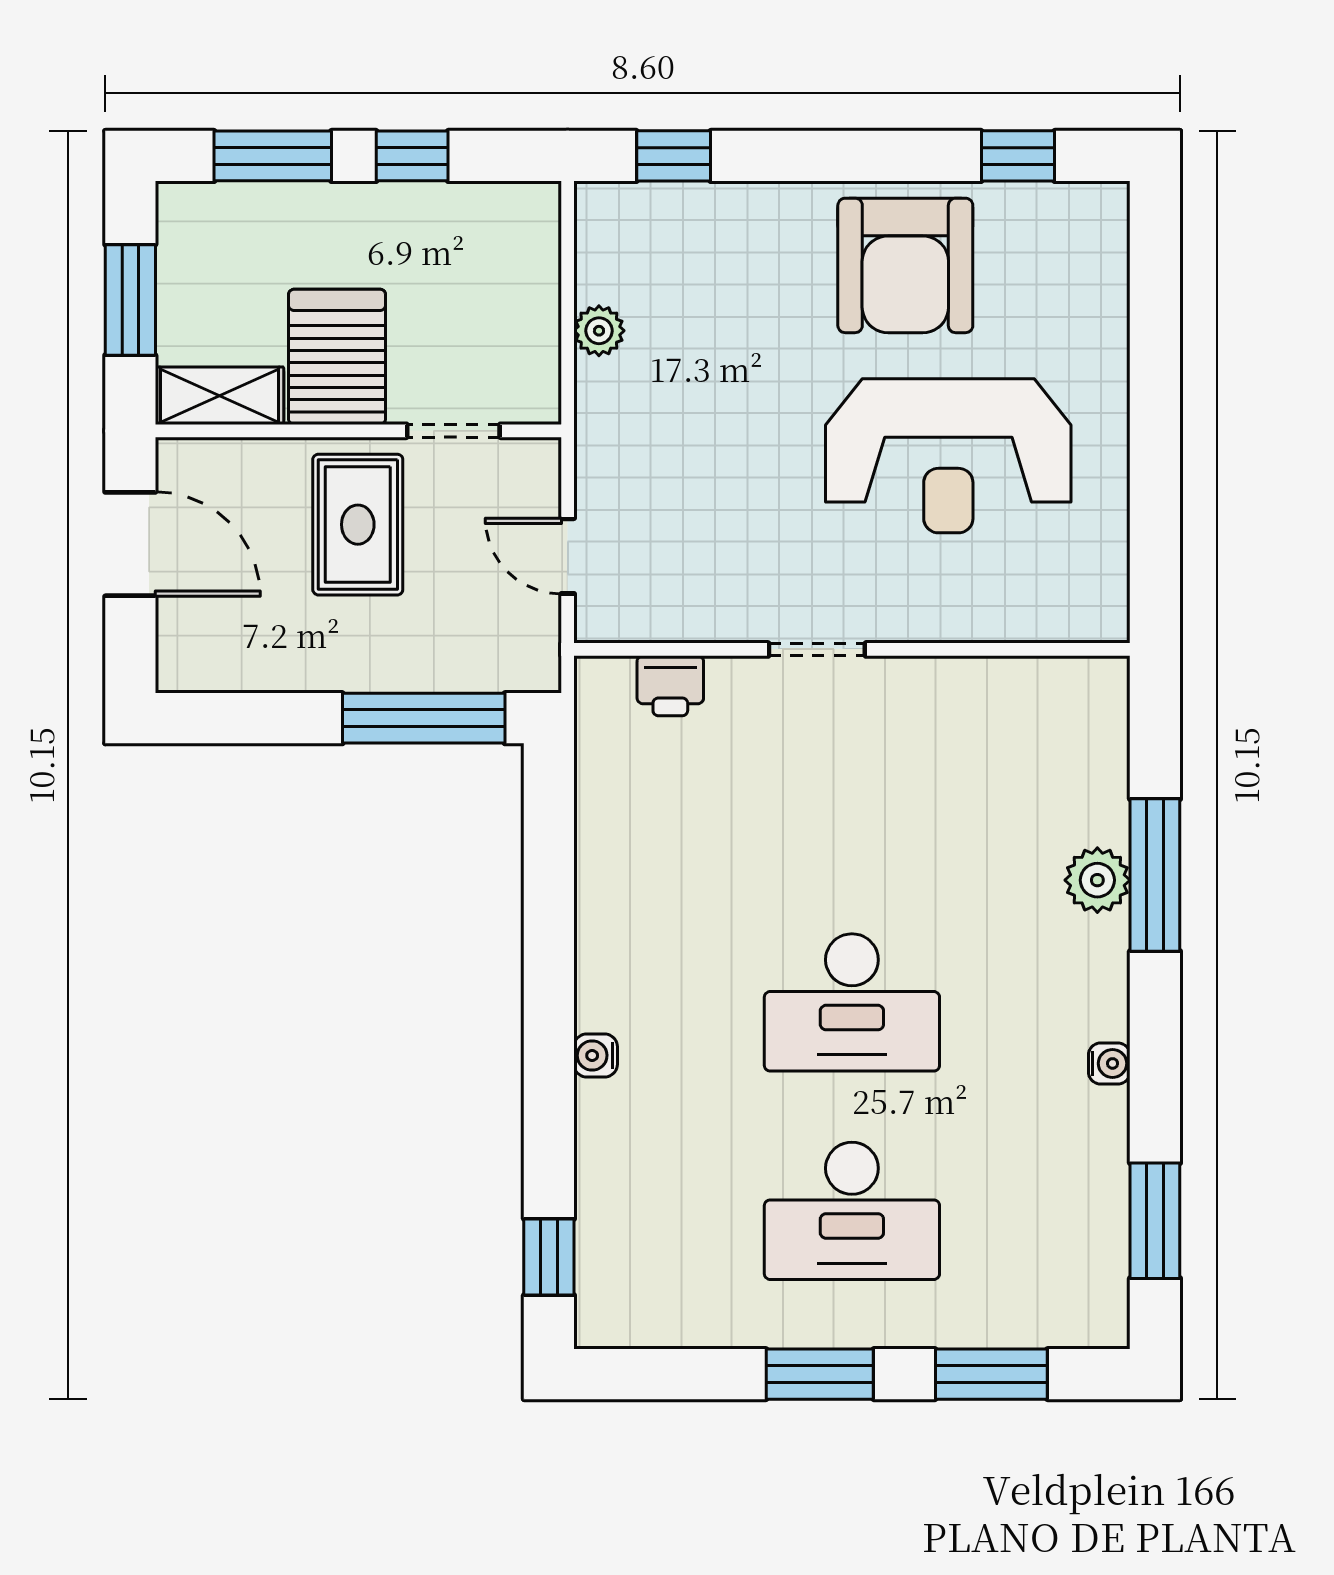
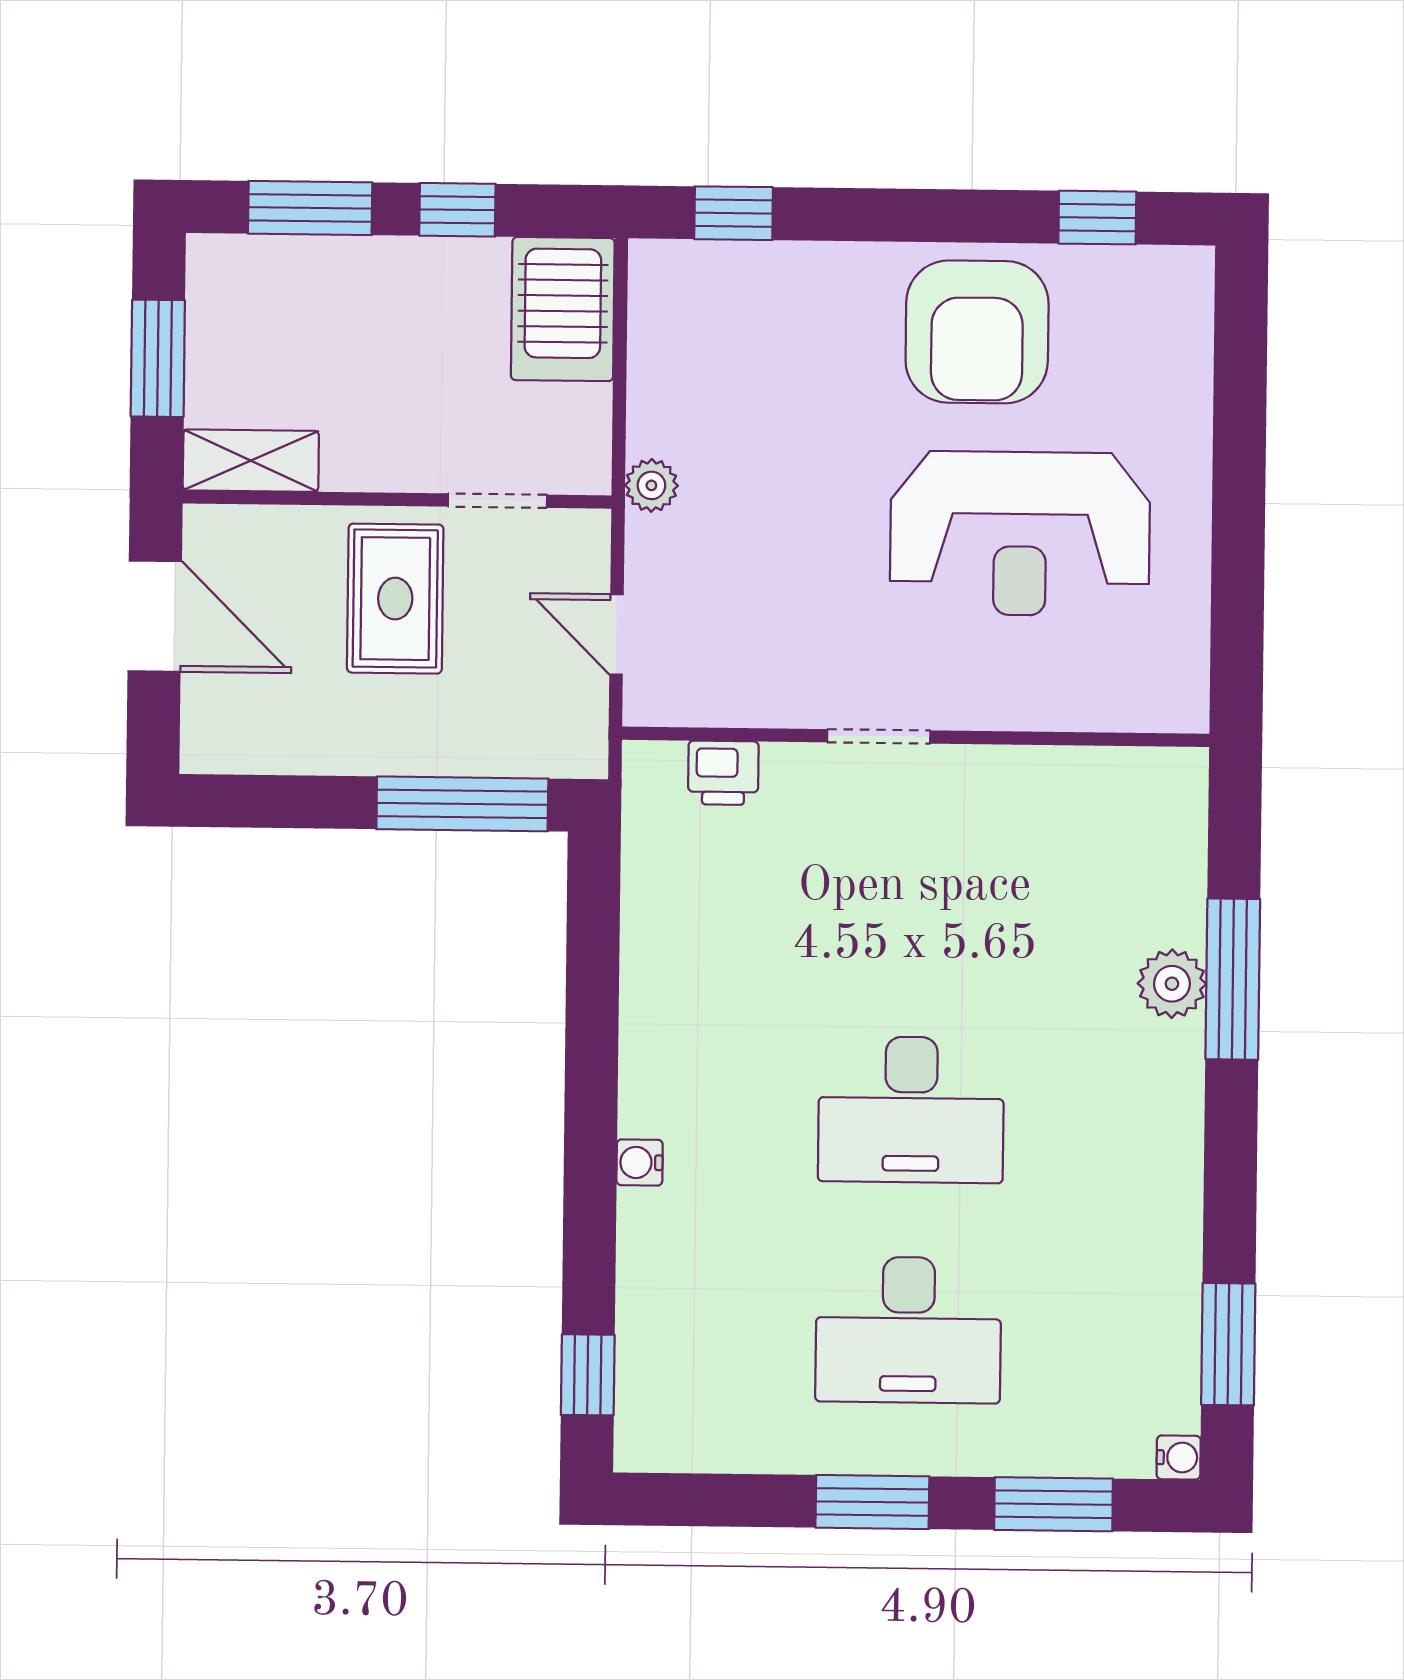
plant: (599, 331) -> (651, 485), moved
server rack: (337, 357) -> (563, 309), moved, turned 180
water cooler: (1109, 1063) -> (1179, 1457), moved

